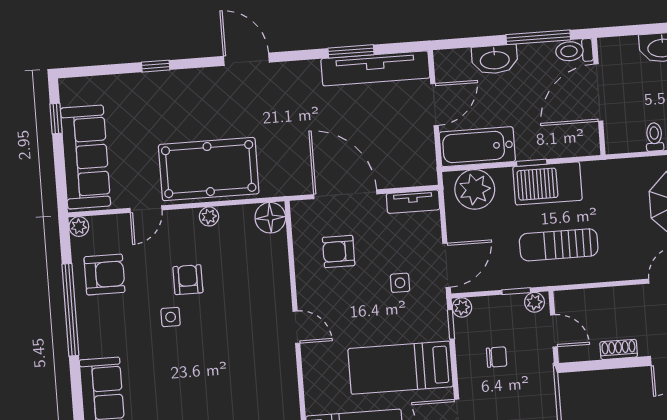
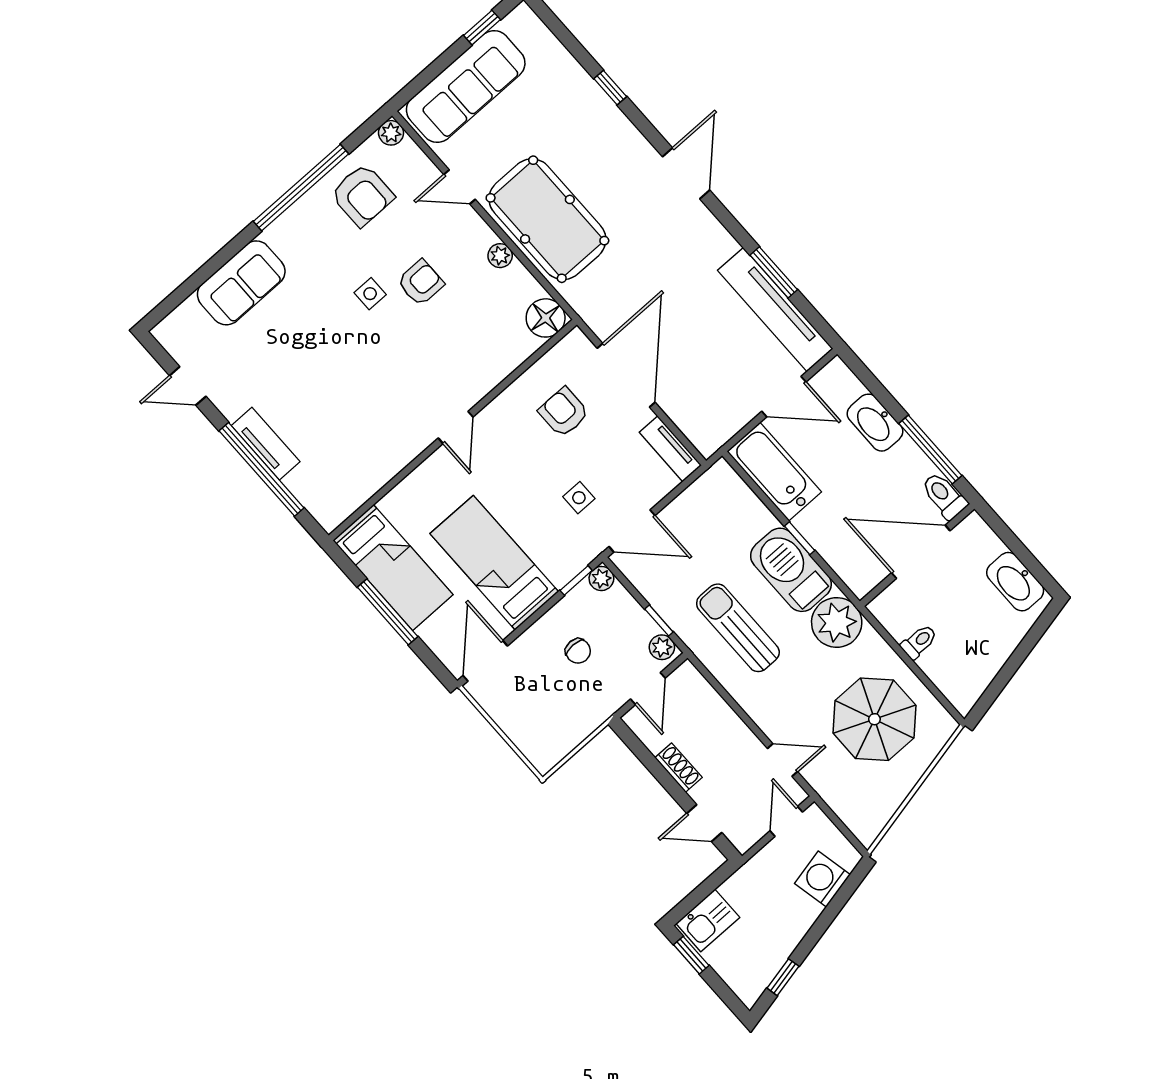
plant: (475, 189) -> (837, 622), moved

